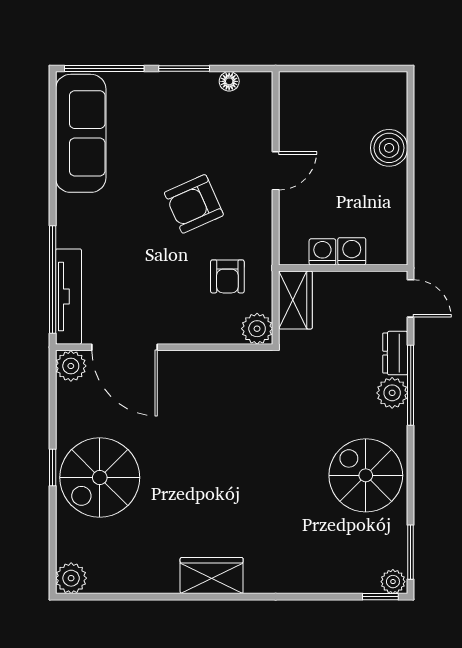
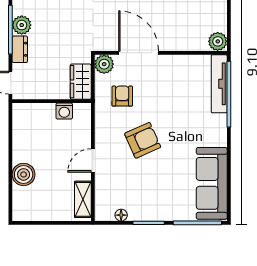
shelving: (292, 107) -> (83, 199), added
washing machine: (352, 251) -> (46, 111), removed
door: (125, 347) -> (139, 53), moved

